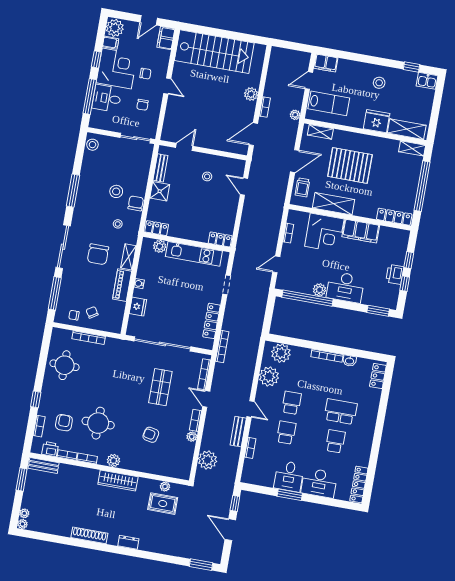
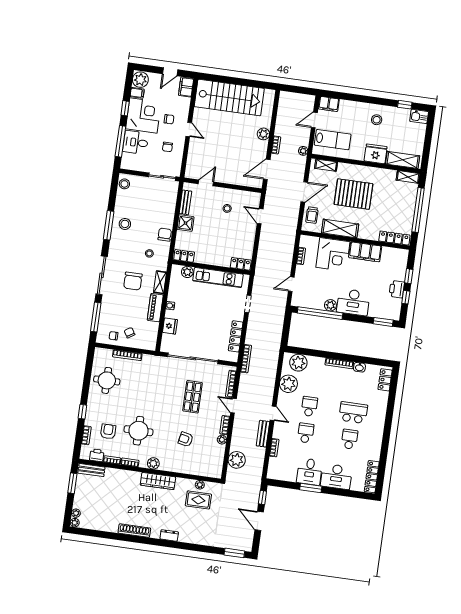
stool: (116, 191) -> (125, 224), moved

